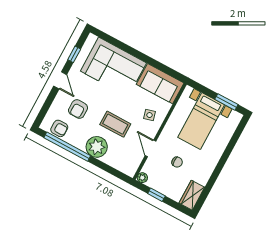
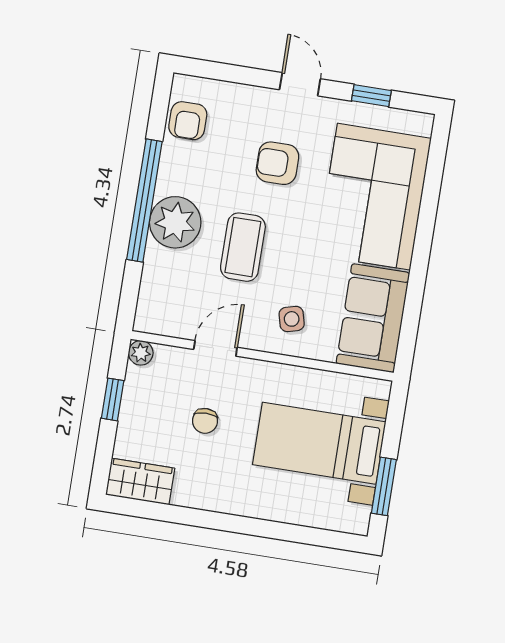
door: (60, 80) -> (300, 84), swing flipped
armchair: (78, 109) -> (277, 163), moved
window: (67, 147) -> (144, 201), moved

